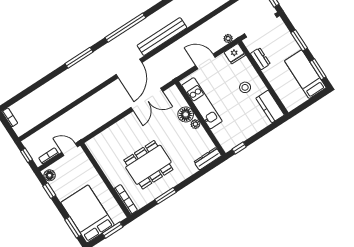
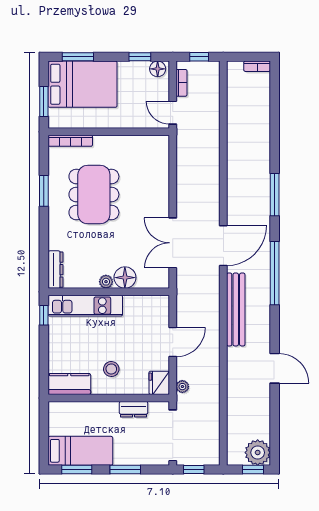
door: (129, 69) -> (223, 246), swing flipped
kitchen unit: (202, 103) -> (85, 306), moved
door: (70, 150) -> (173, 113), swing flipped

